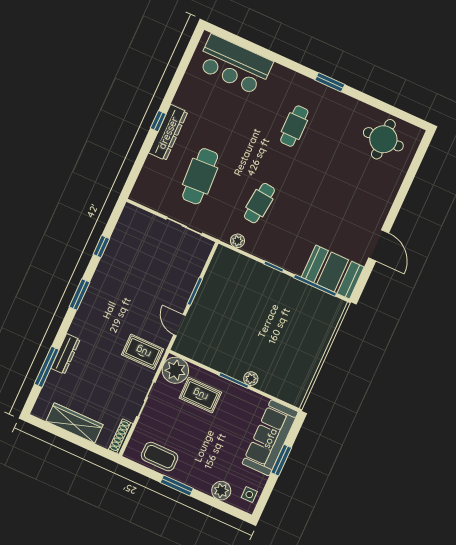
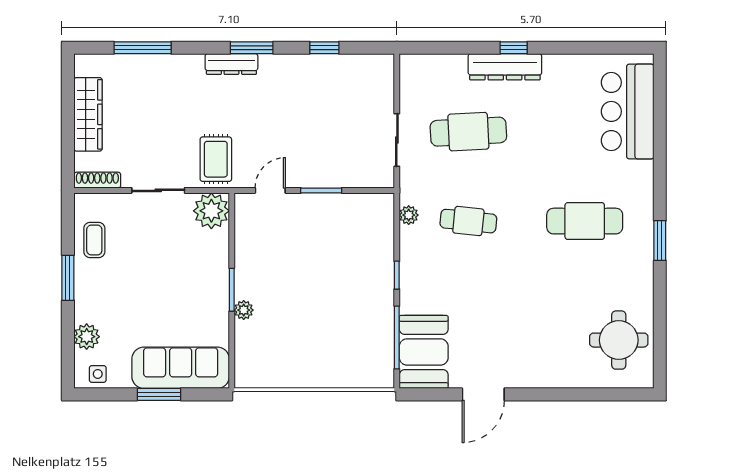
cafe table: (294, 126) -> (585, 221), width x1.37, depth x1.35
dresser: (65, 354) -> (231, 64), moved
rug: (200, 395) -> (194, 256), removed
coffee table: (160, 457) -> (94, 240), width x0.73, depth x0.77

